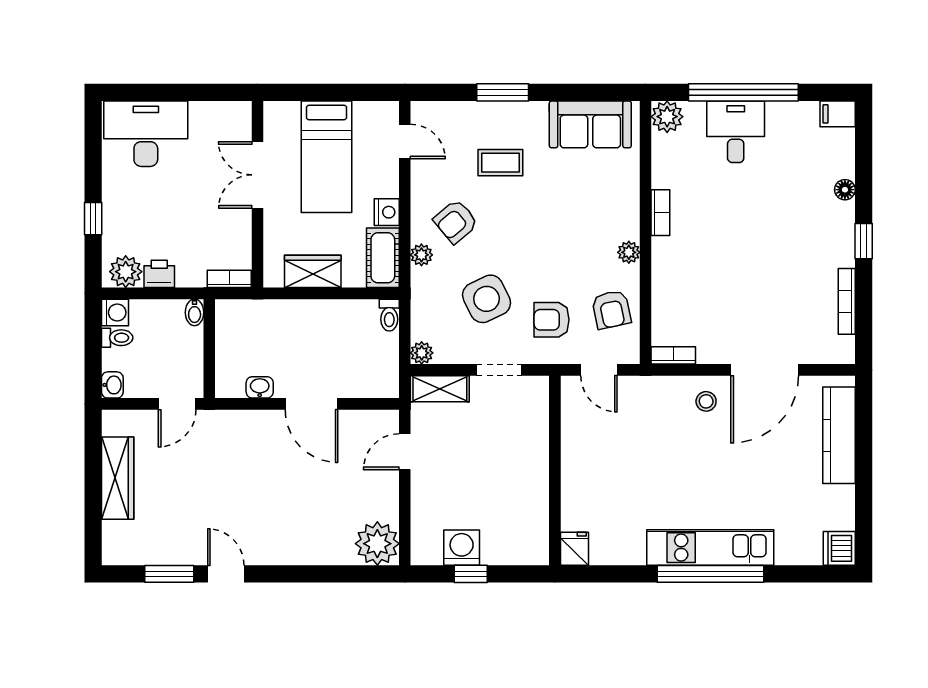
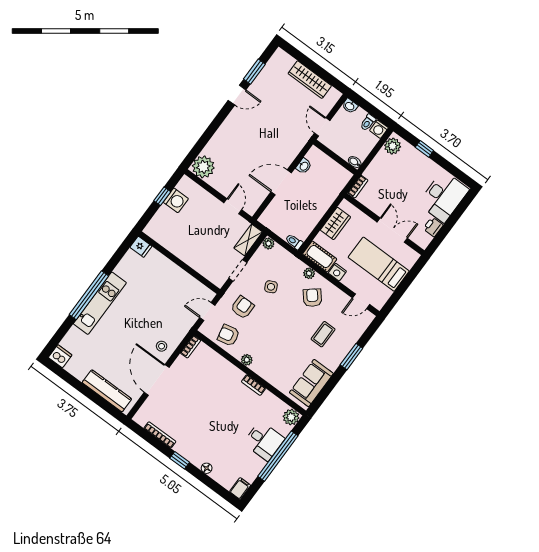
printer: (159, 274) -> (433, 227), moved, turned 180
side table: (487, 299) -> (271, 287), width x0.54, depth x0.54

